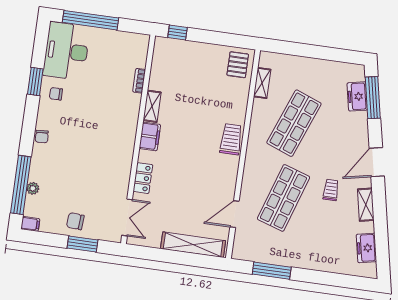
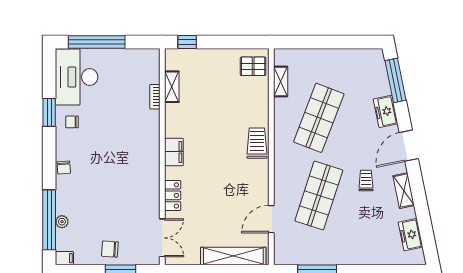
pallet: (238, 65) -> (253, 66), turned 90
freezer: (357, 96) -> (386, 111), moved
shelving: (152, 106) -> (172, 87), moved

